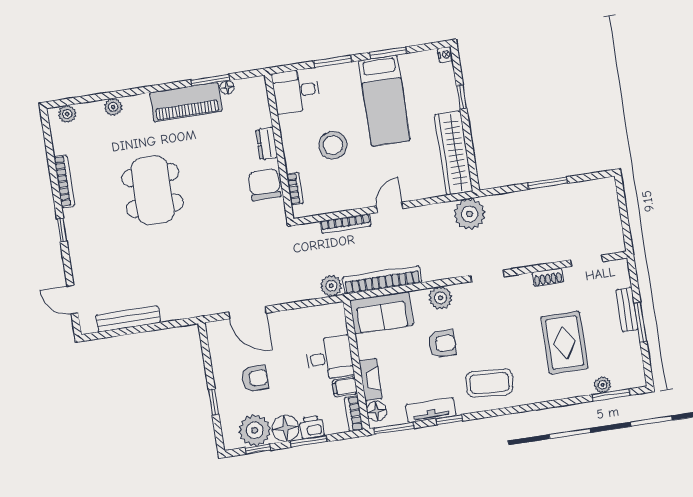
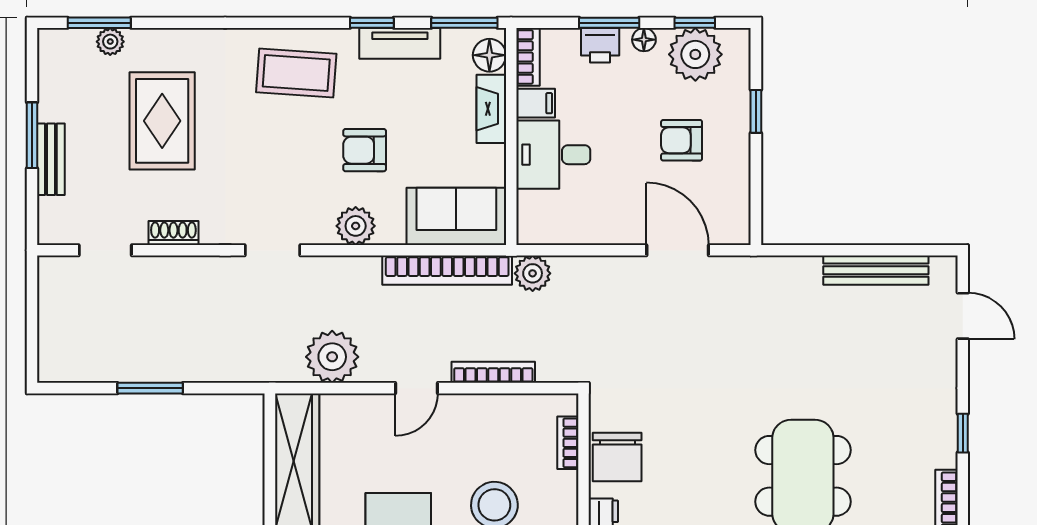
plant: (470, 214) -> (332, 357), moved
floor lamp: (285, 428) -> (644, 40), width x0.53, depth x0.53

